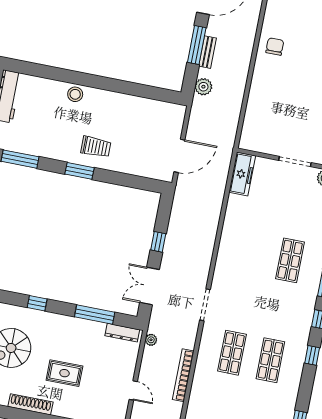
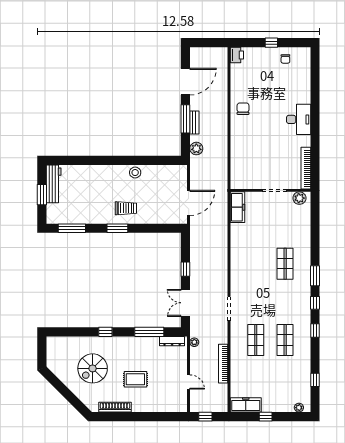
stool: (75, 94) -> (135, 173), moved

